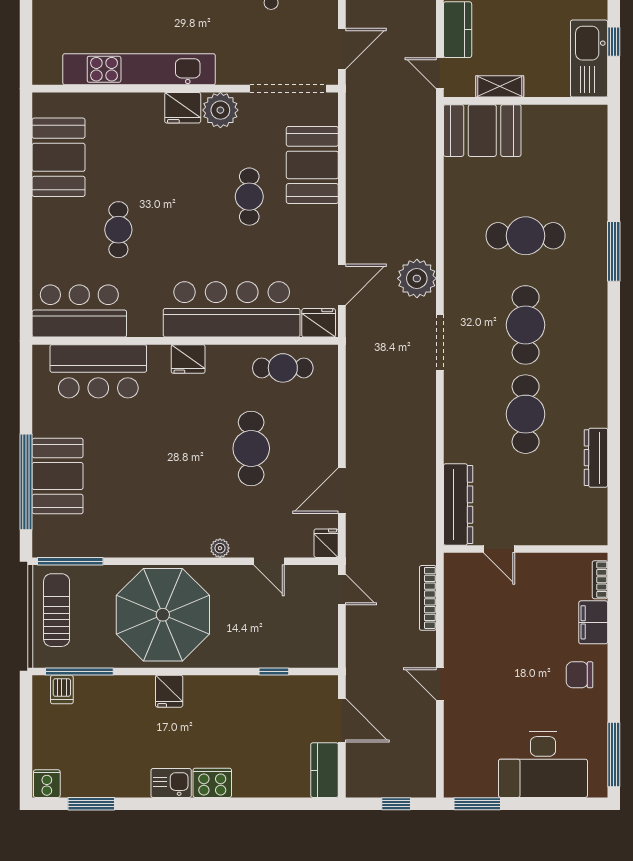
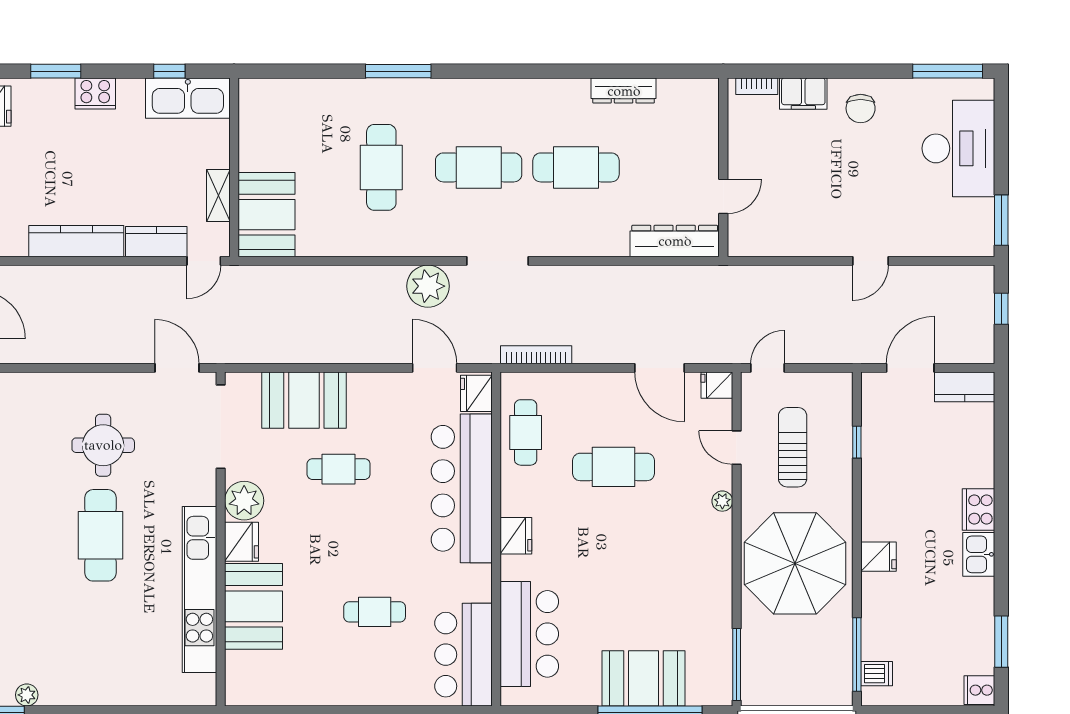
booth: (59, 157) -> (253, 606), moved, turned 90
door: (269, 561) -> (737, 448), swing flipped
bookcase: (428, 598) -> (536, 355), moved, turned 180
sun lounger: (57, 610) -> (793, 447), moved, turned 90

